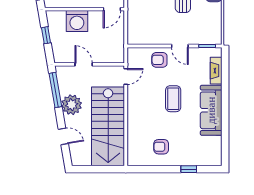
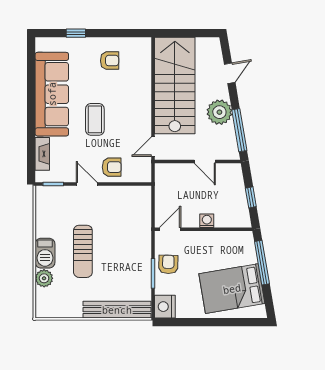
washing machine: (77, 21) -> (207, 221), width x0.53, depth x0.53
sofa: (211, 110) -> (52, 94), width x1.36, depth x1.27
door: (63, 136) -> (230, 73), swing flipped

